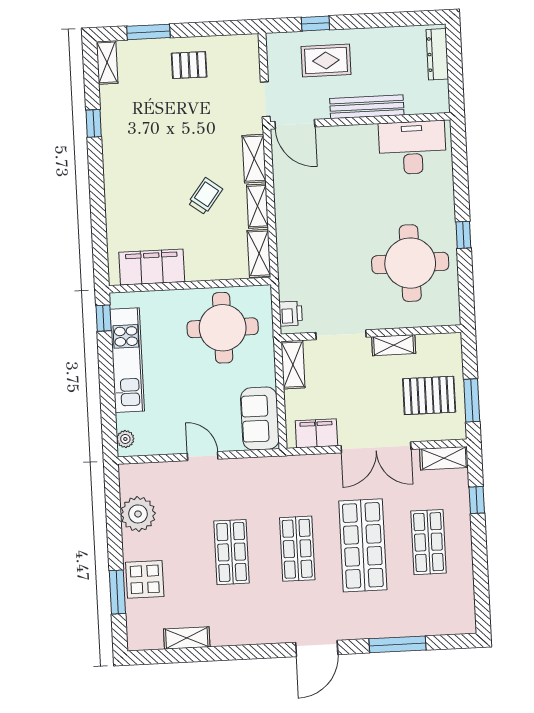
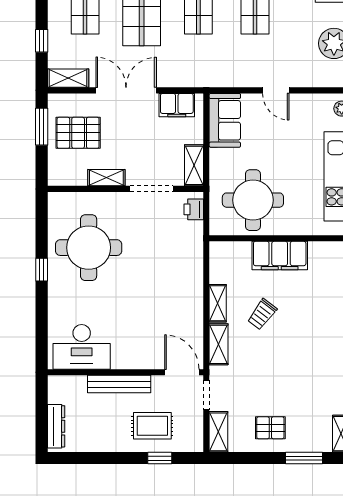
shelving: (259, 253) -> (218, 432), moved
filing cabinet: (152, 267) -> (280, 256), moved

